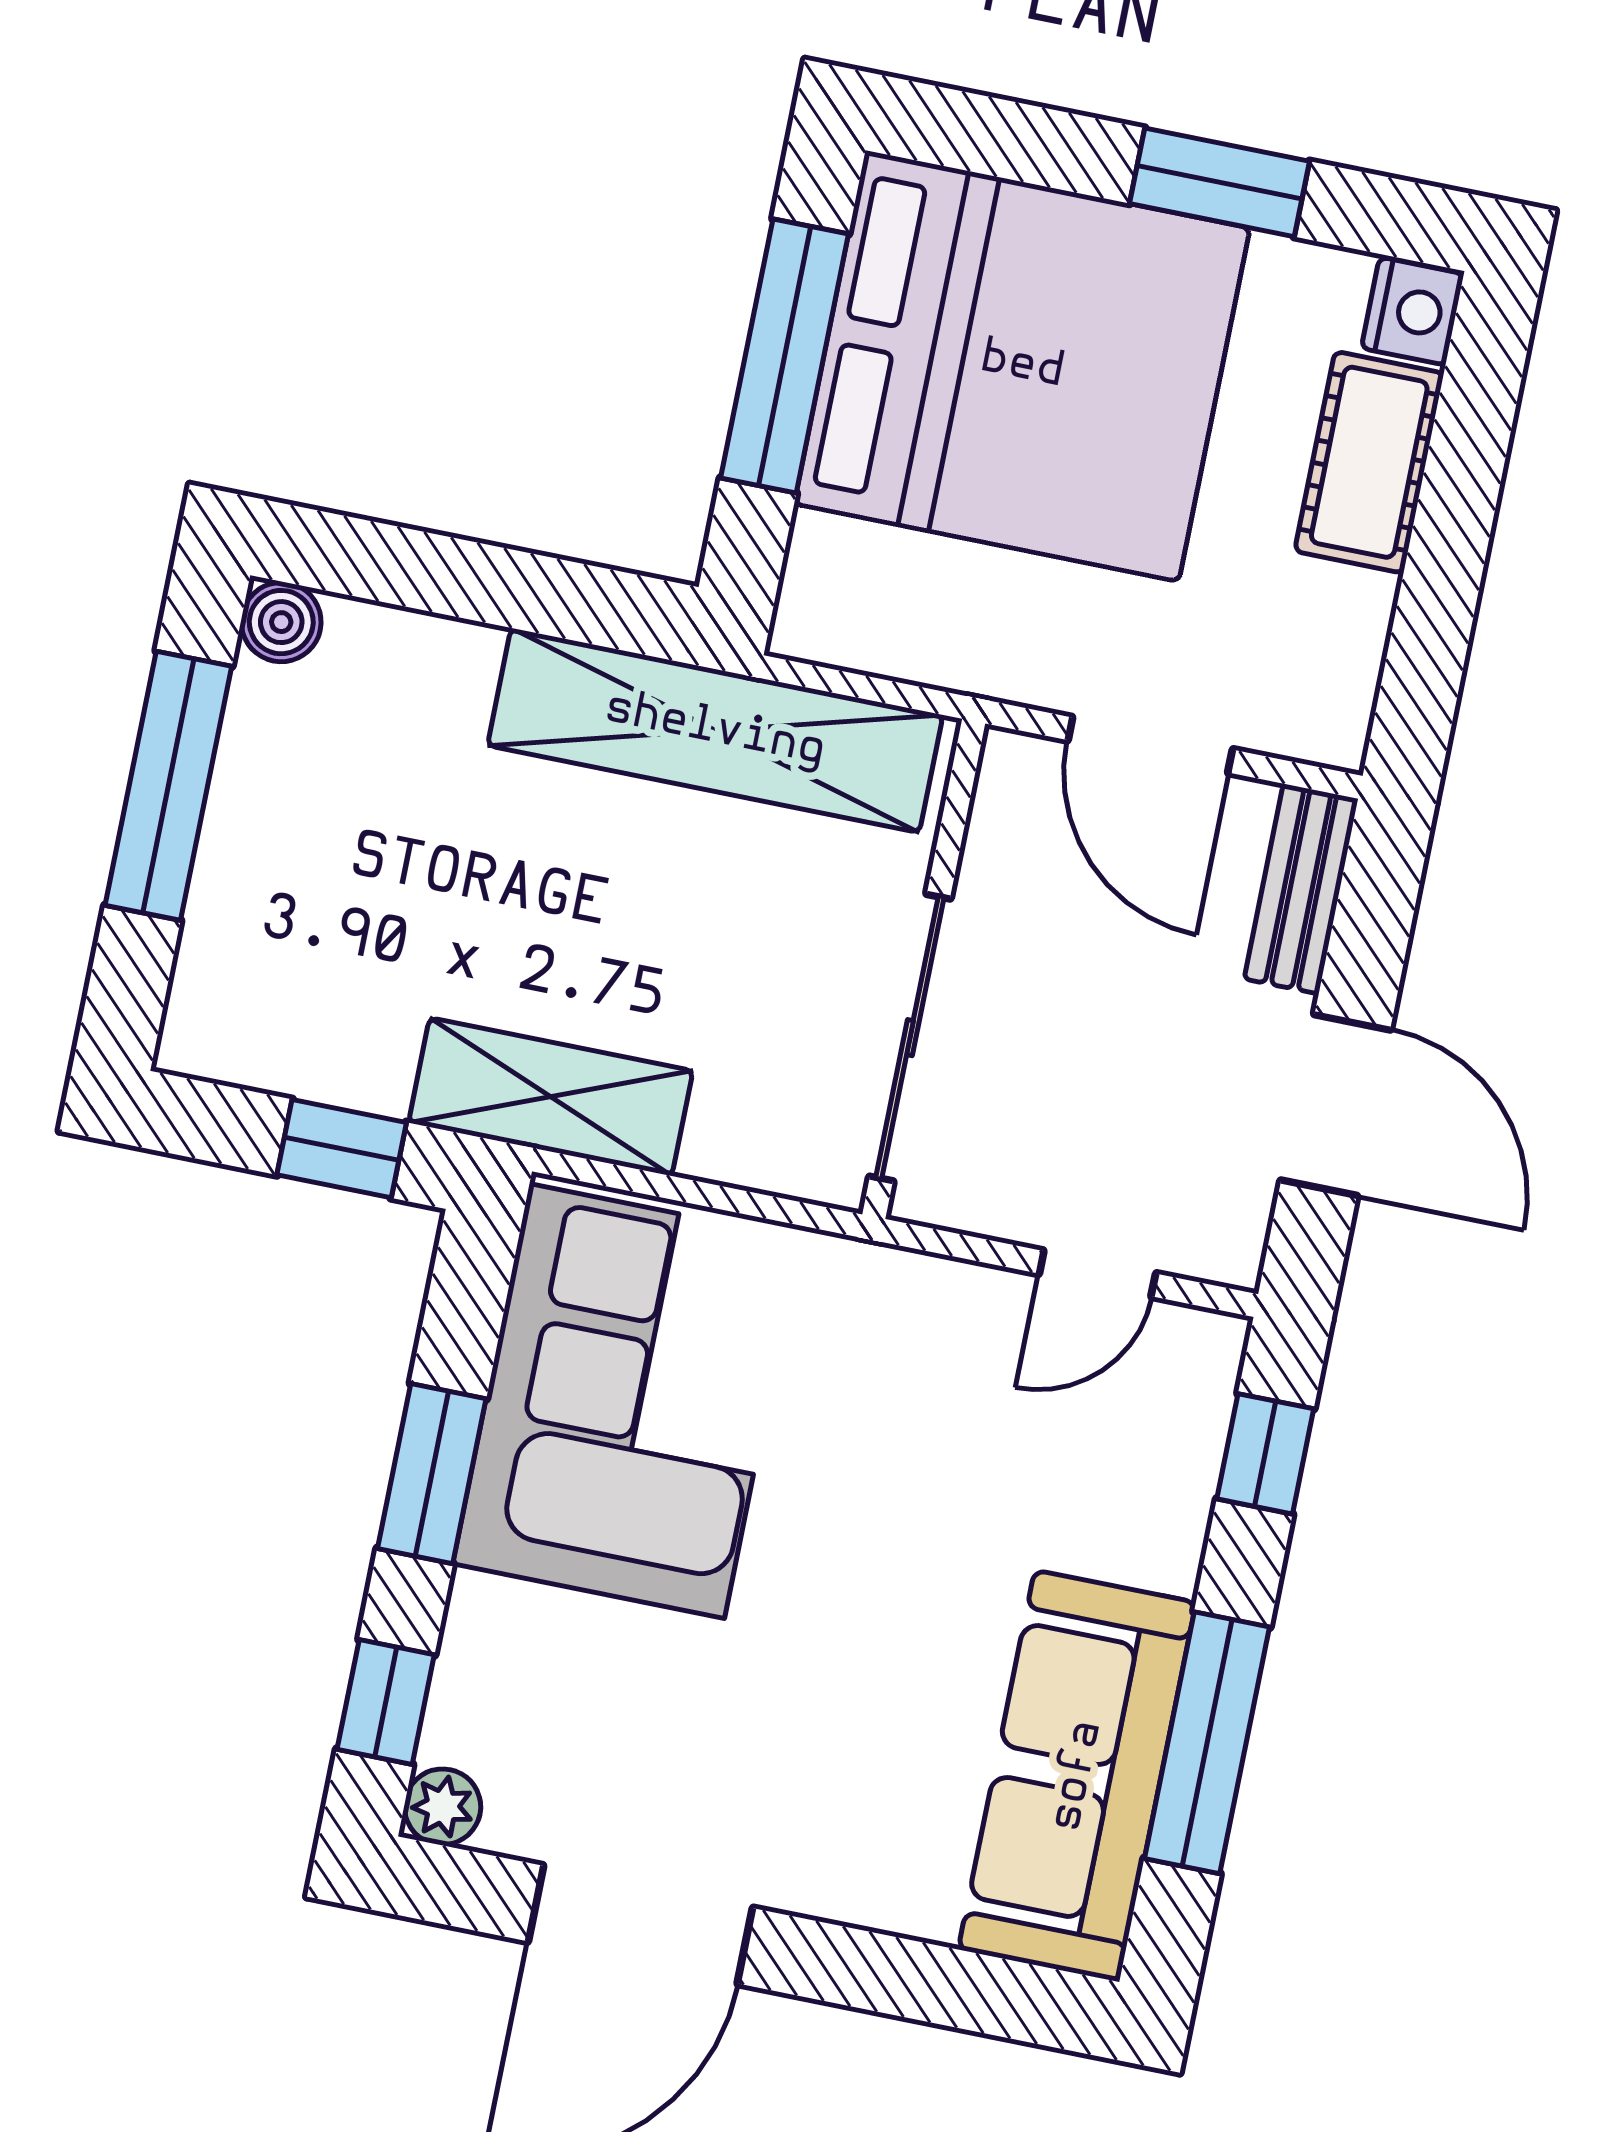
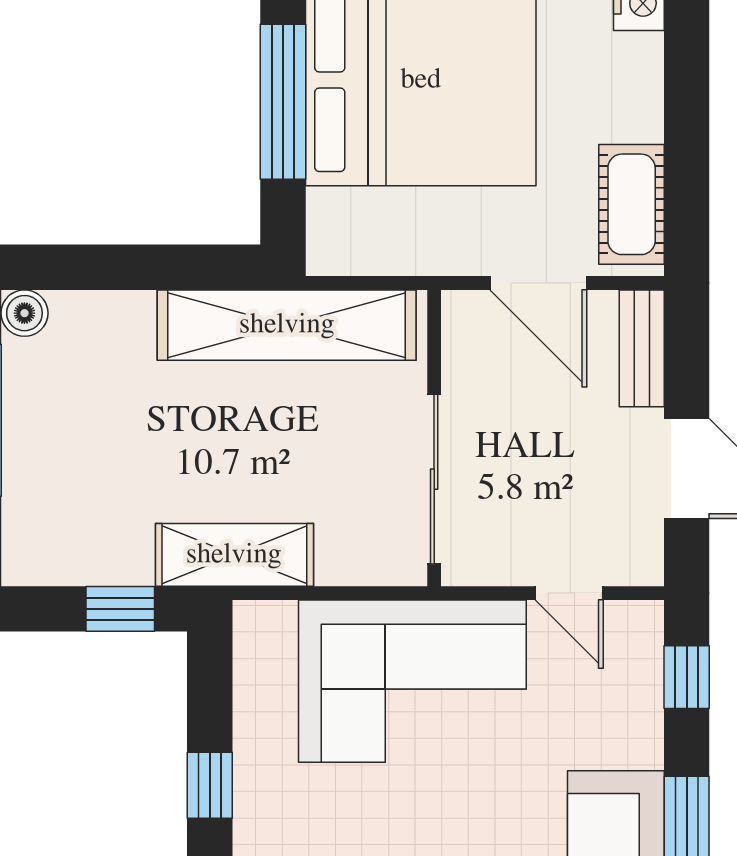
cot: (1369, 462) -> (632, 204), moved
door: (1097, 1274) -> (569, 593), hinge flipped
corner sofa: (627, 1401) -> (412, 681), moved, turned 90
window: (432, 1474) -> (210, 785), width x0.67

